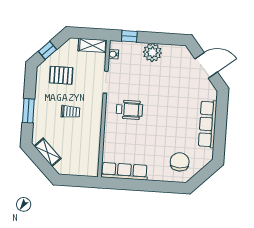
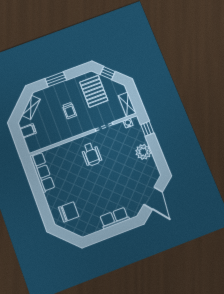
pallet: (61, 75) -> (94, 91), width x1.50, depth x1.42
row of seats: (208, 124) -> (114, 218), width x0.68
filing cabinet: (72, 167) -> (28, 131), added

